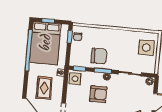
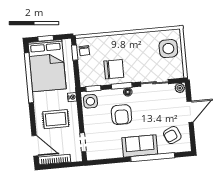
rug: (44, 88) -> (56, 119), turned 90
armchair: (98, 94) -> (121, 115), turned 90

